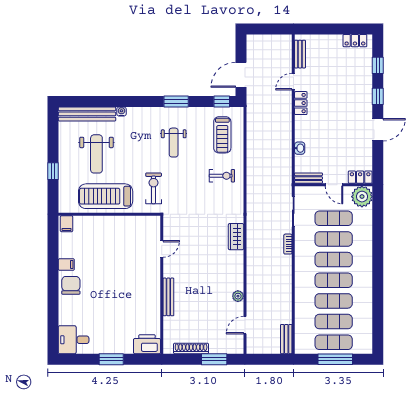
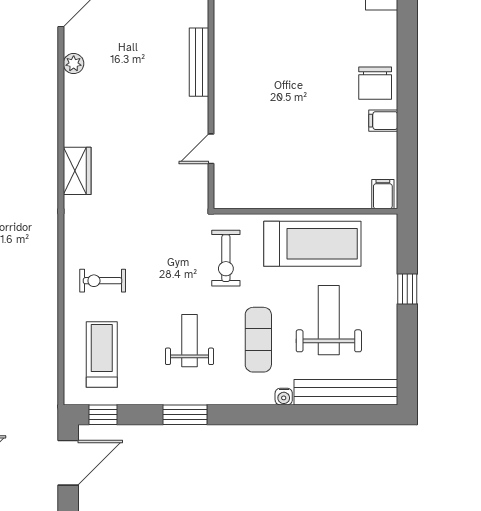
exercise mat: (136, 143) -> (258, 340), added

